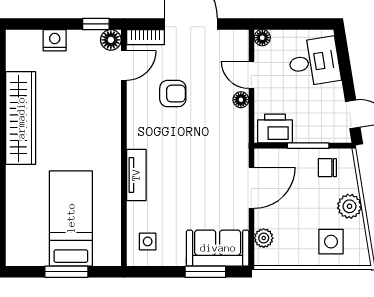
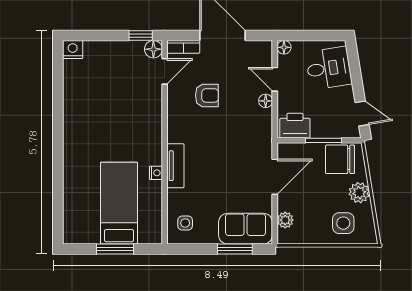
nightstand: (55, 40) -> (73, 49), moved
wardrobe: (21, 118) -> (76, 117), removed
chair: (327, 168) -> (340, 159), width x1.87, depth x1.87
nightstand: (114, 183) -> (156, 173), added

